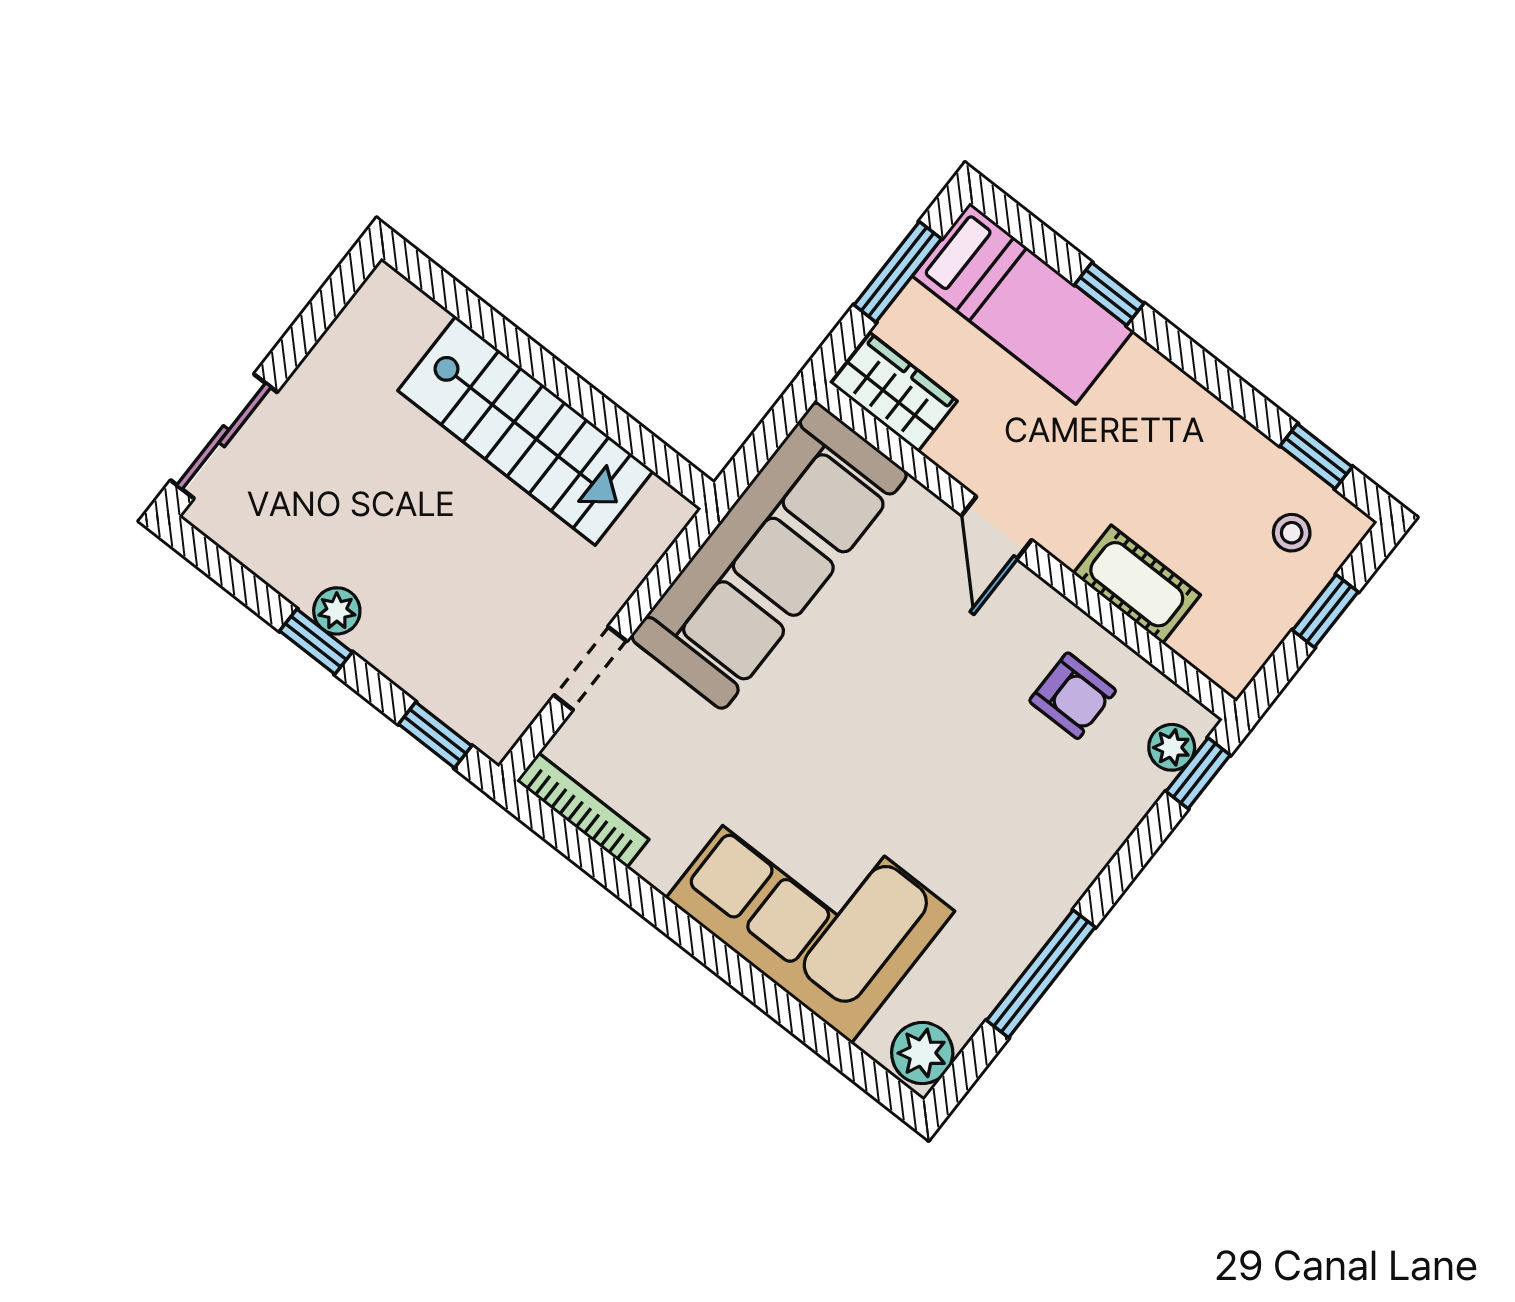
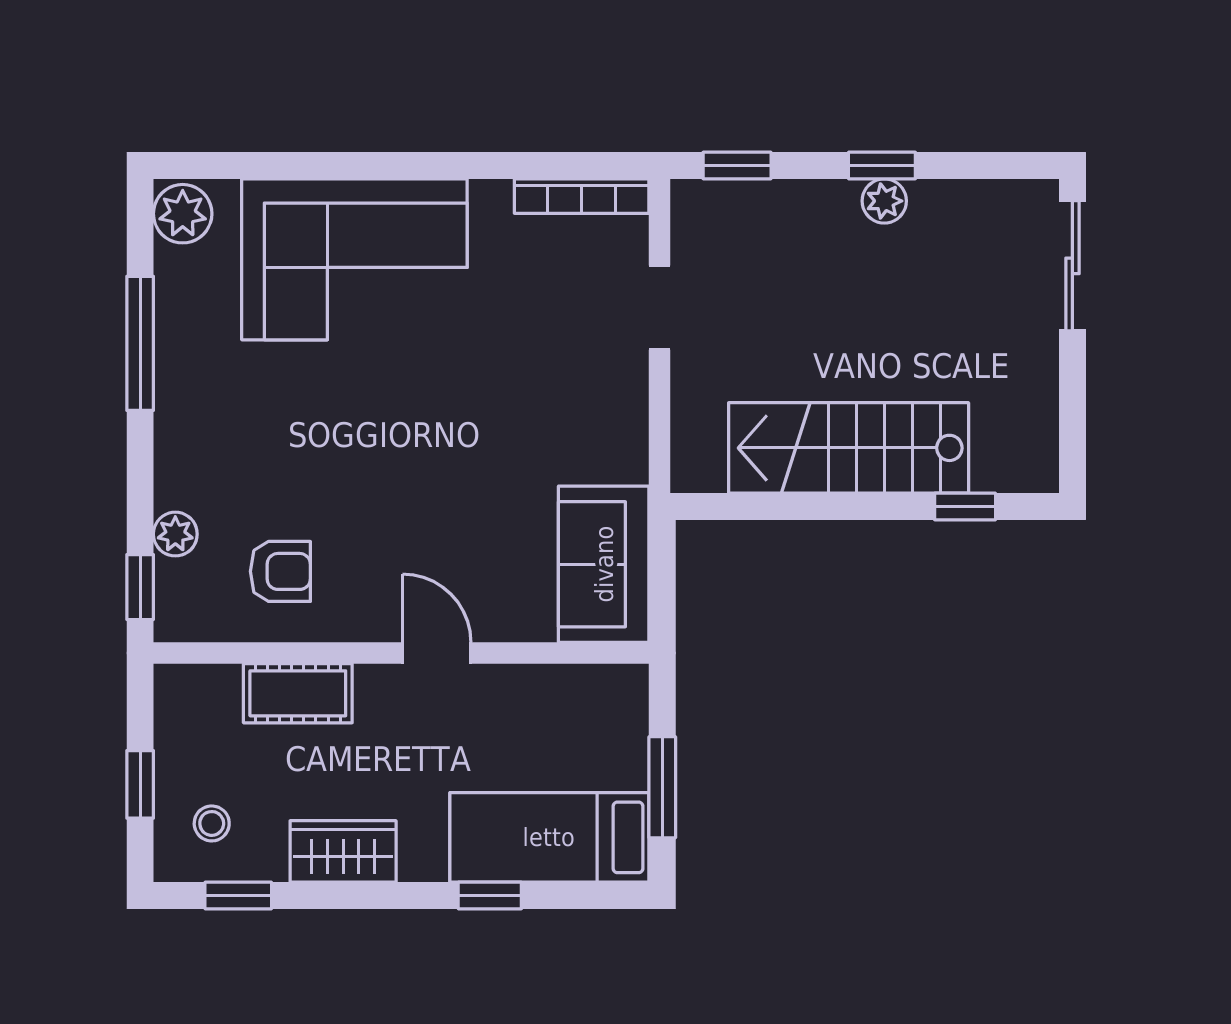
window: (467, 307) -> (965, 507), added
wardrobe: (894, 392) -> (343, 851), moved, turned 180
sofa: (769, 556) -> (604, 564), width x0.54, depth x0.79
armchair: (1073, 696) -> (280, 571), turned 180
plant: (1172, 747) -> (175, 534), moved

